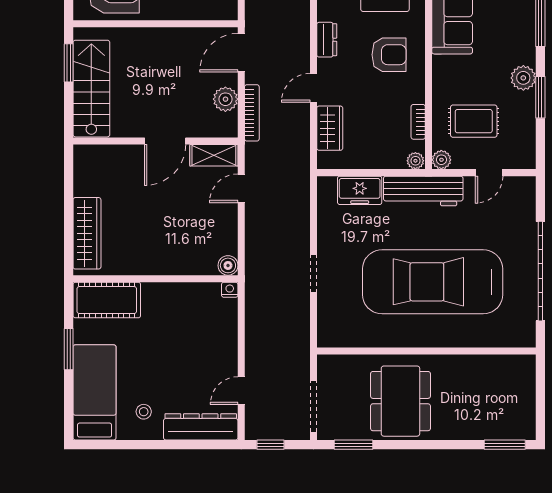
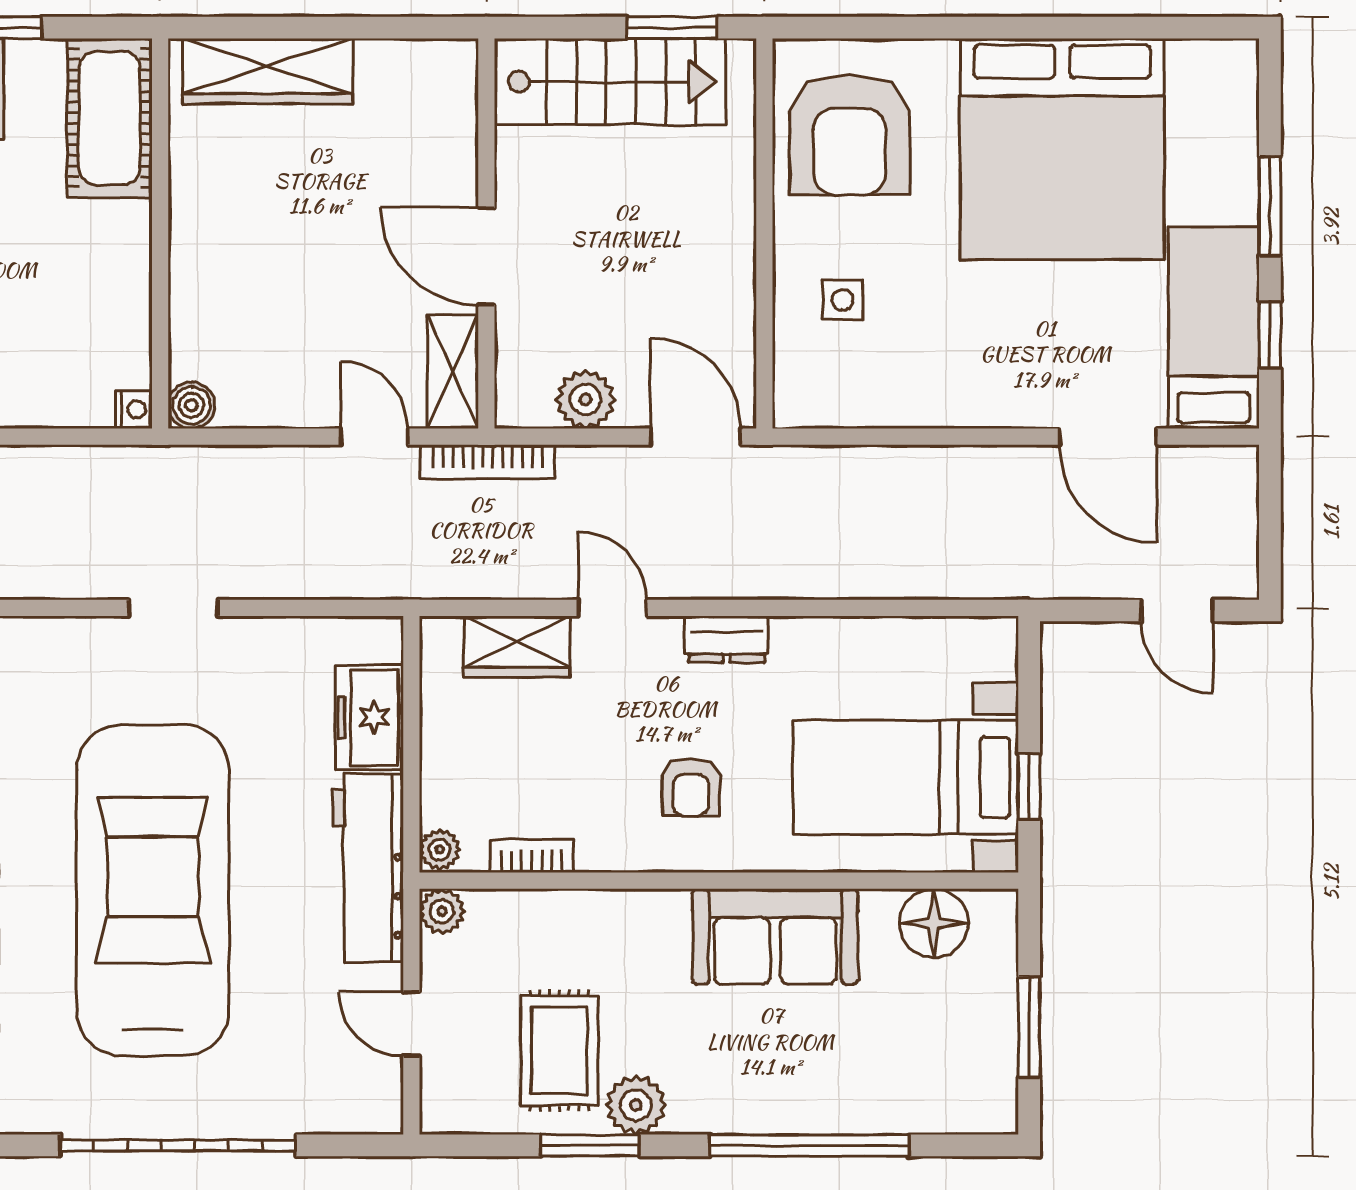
armchair: (389, 55) -> (691, 787), width x0.72, depth x0.72
bookcase: (252, 113) -> (488, 462), moved
rug: (474, 121) -> (559, 1051), moved

